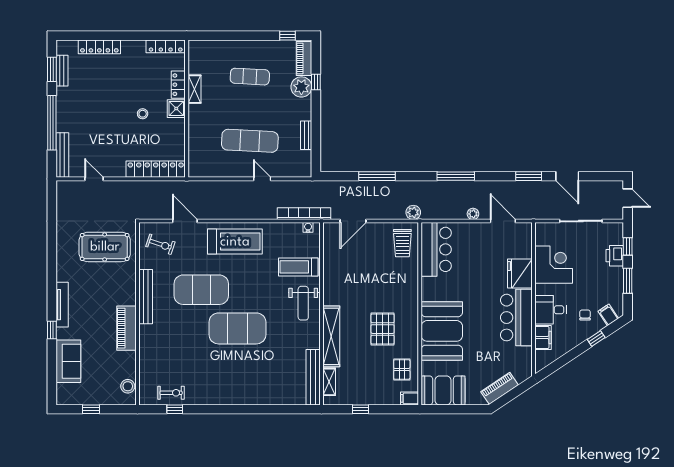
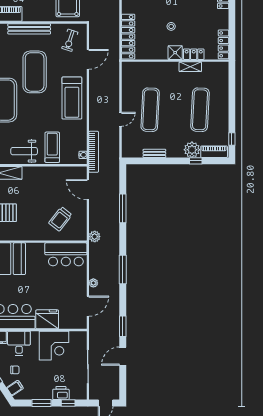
exercise mat: (250, 77) -> (200, 110), width x1.36, depth x1.45
trolley: (402, 243) -> (60, 219), moved, turned -52

